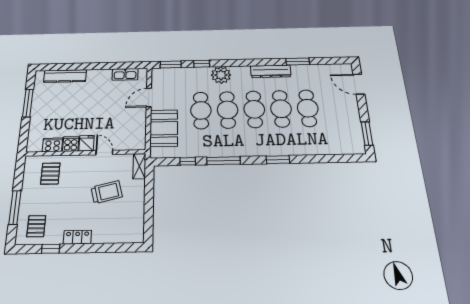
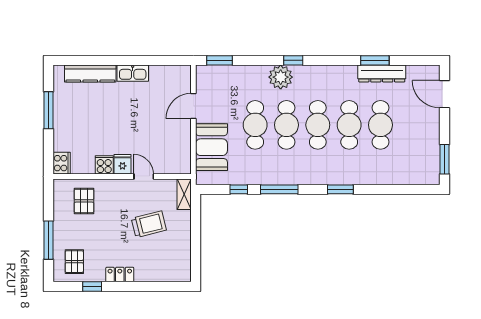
window: (202, 64) -> (293, 60), moved
dresser: (271, 71) -> (382, 73), moved
kitchen sink: (125, 74) -> (133, 73), moved
cooker: (52, 145) -> (62, 163), moved, turned 90

